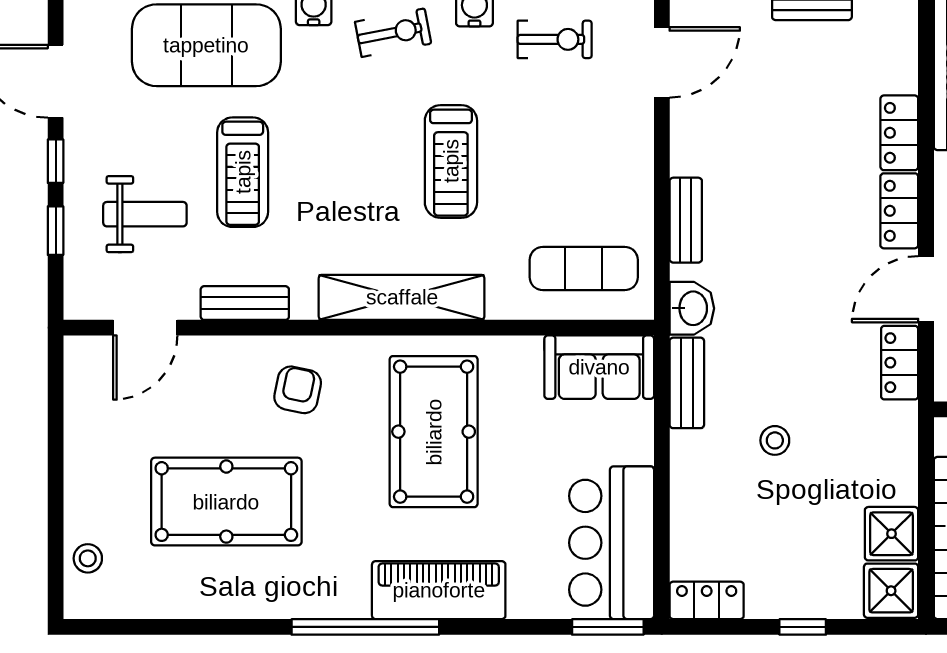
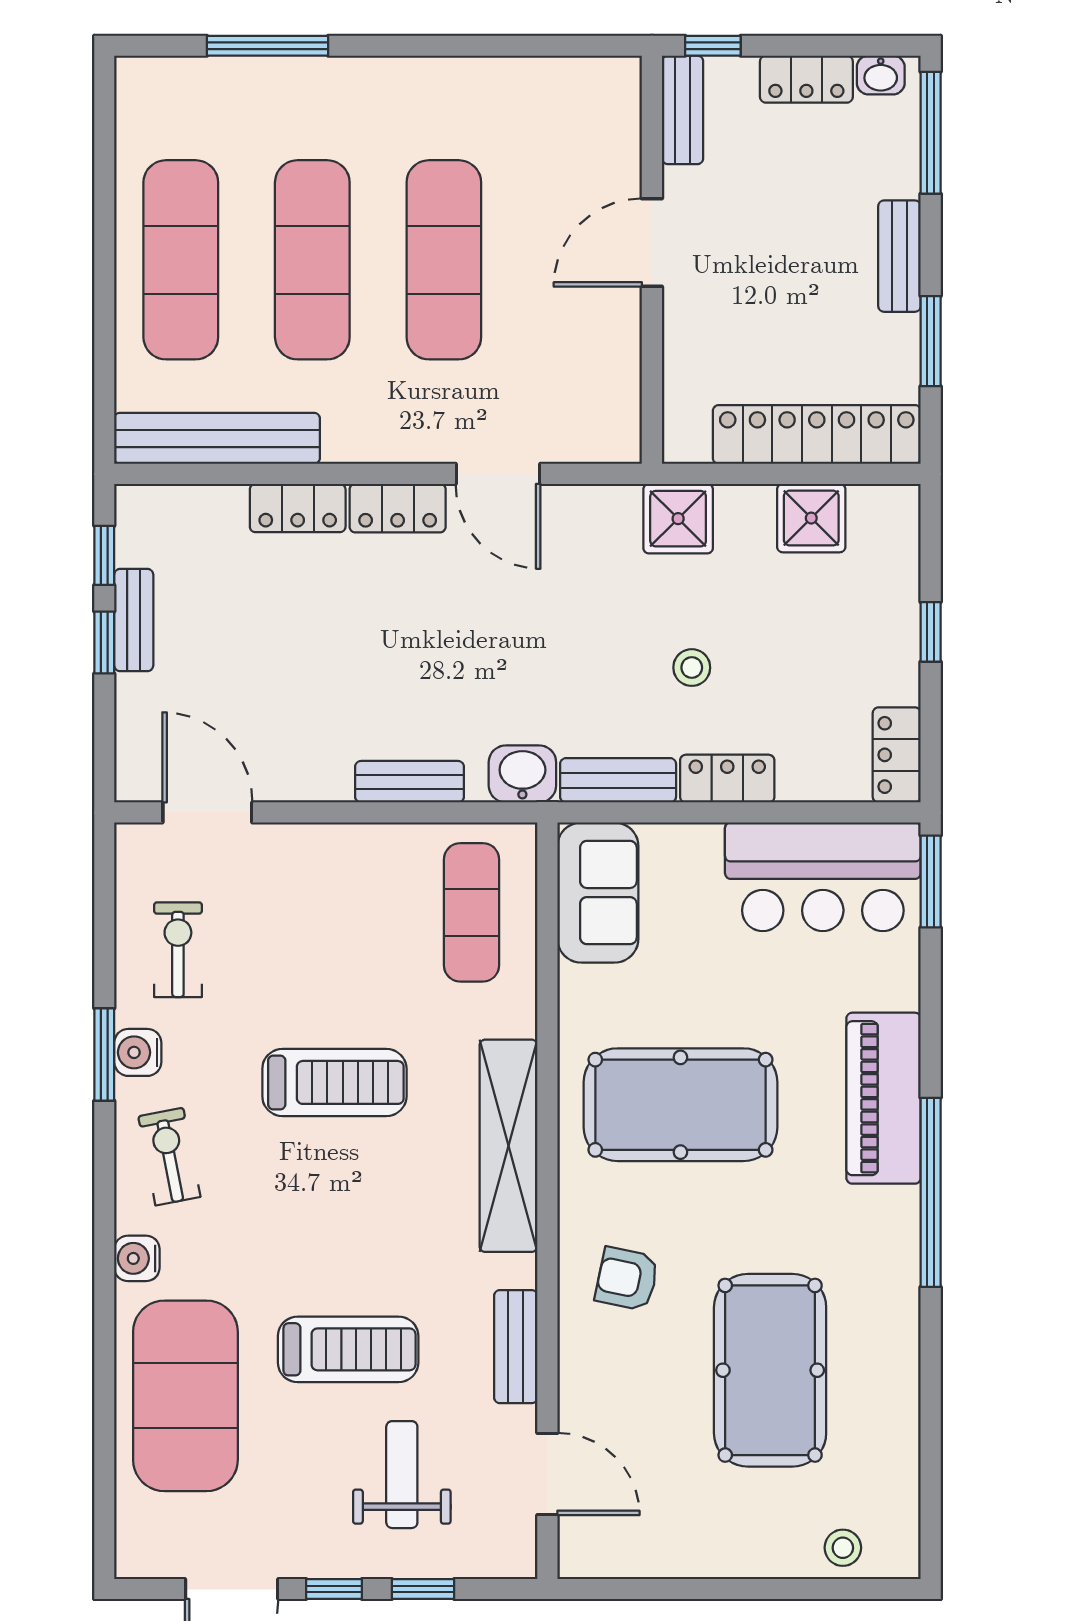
locker: (900, 363) -> (727, 779), moved, turned 180
shower: (891, 591) -> (678, 519), moved

